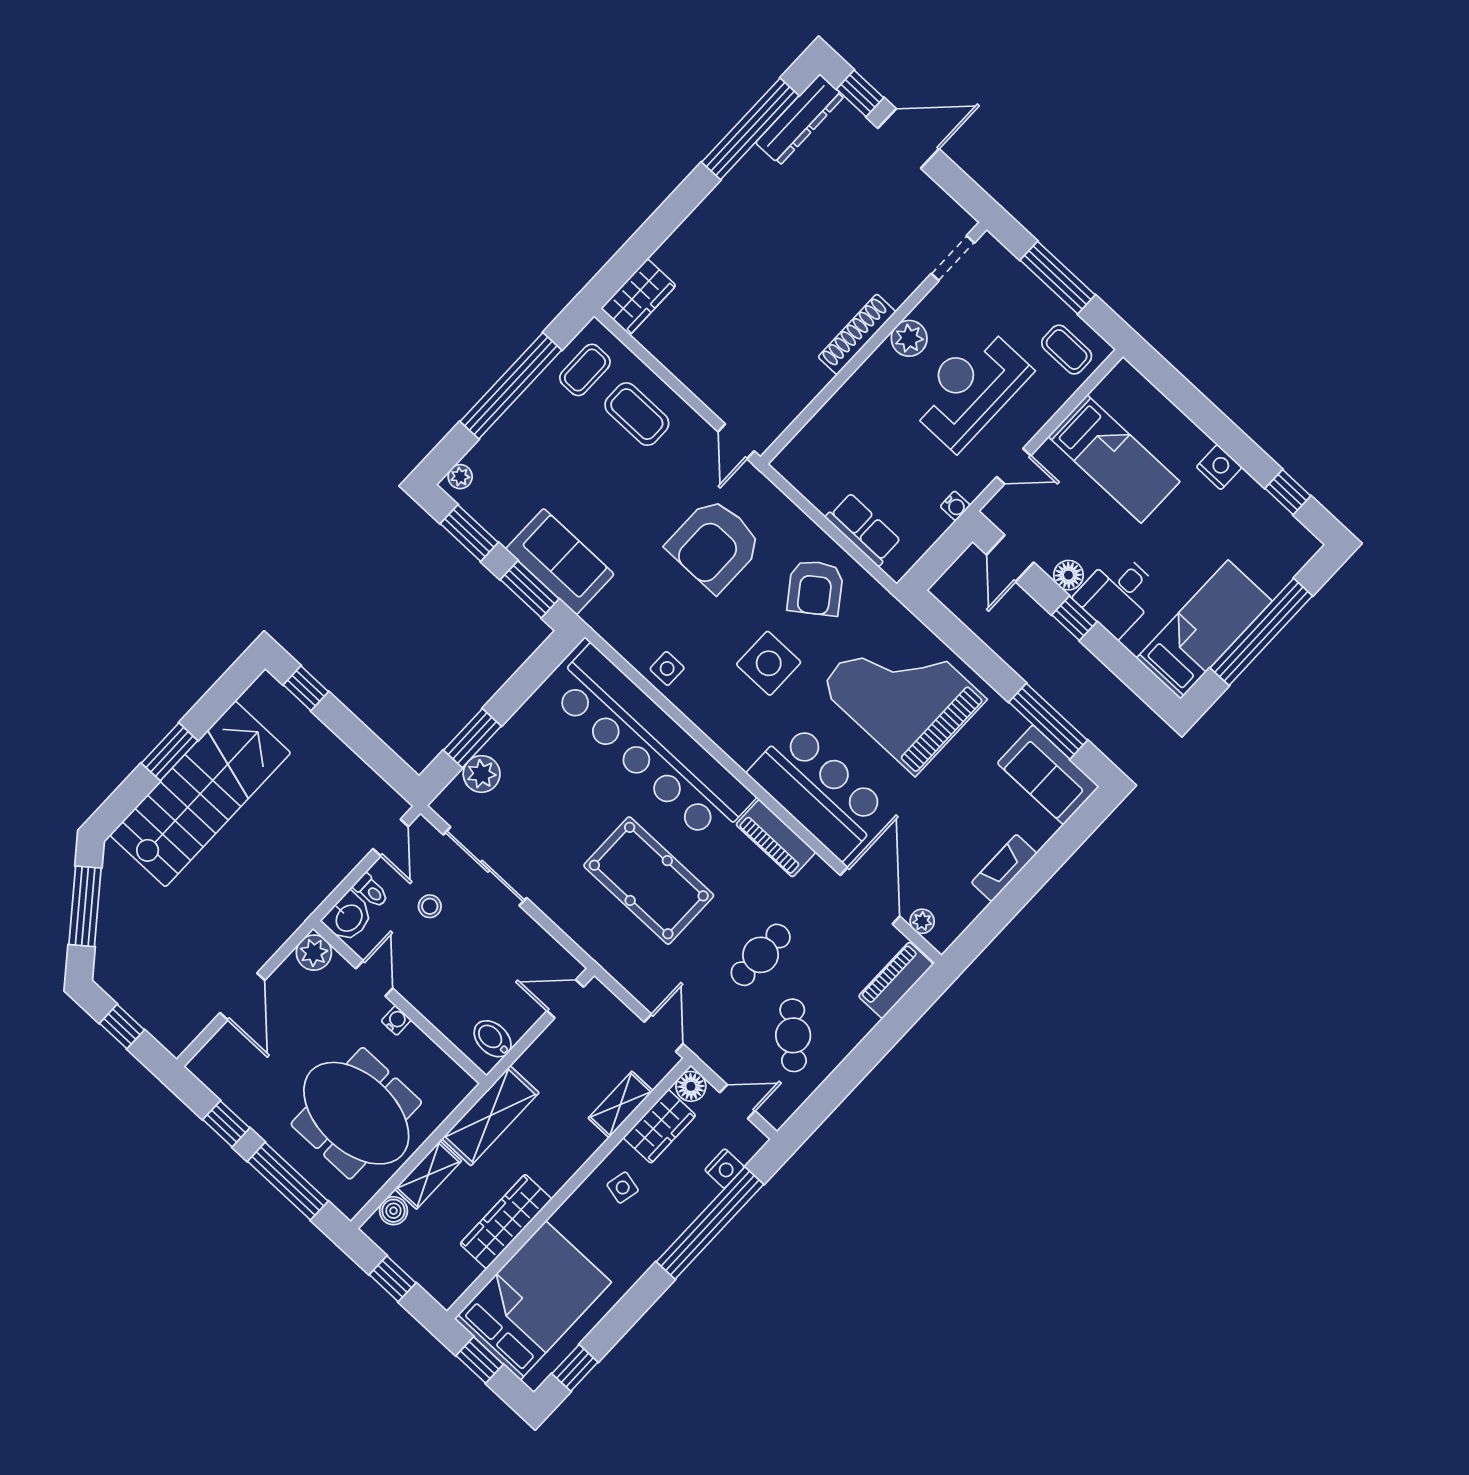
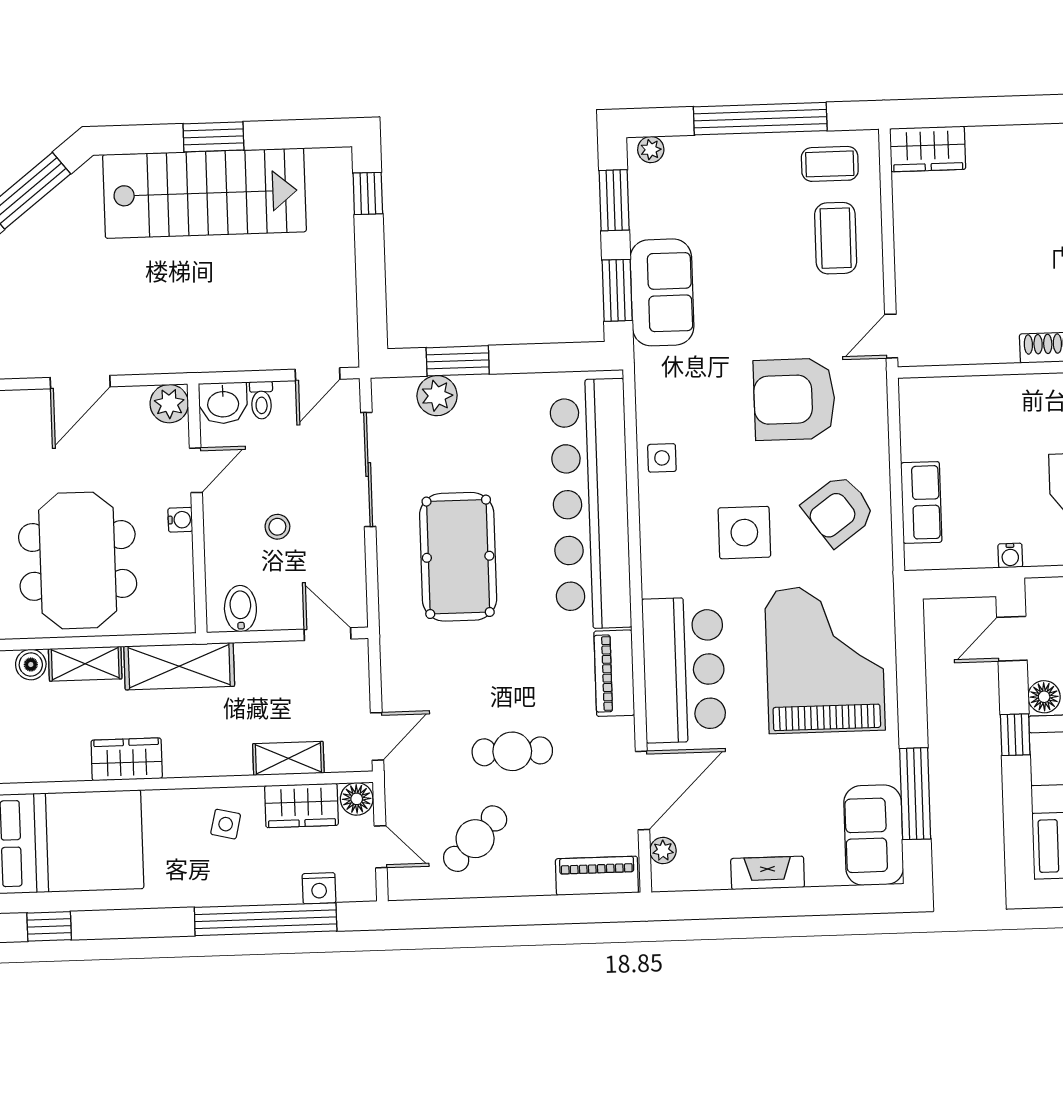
pool table: (649, 881) -> (458, 557), moved
stool: (430, 906) -> (277, 527), moved
wardrobe: (506, 1222) -> (127, 759), width x0.67

